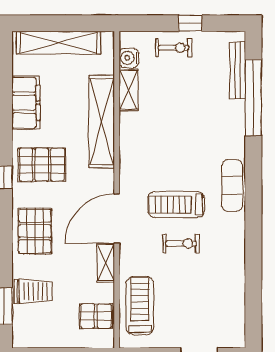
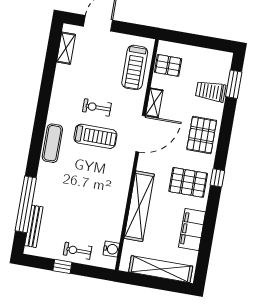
shelving: (128, 90) -> (66, 48), moved

